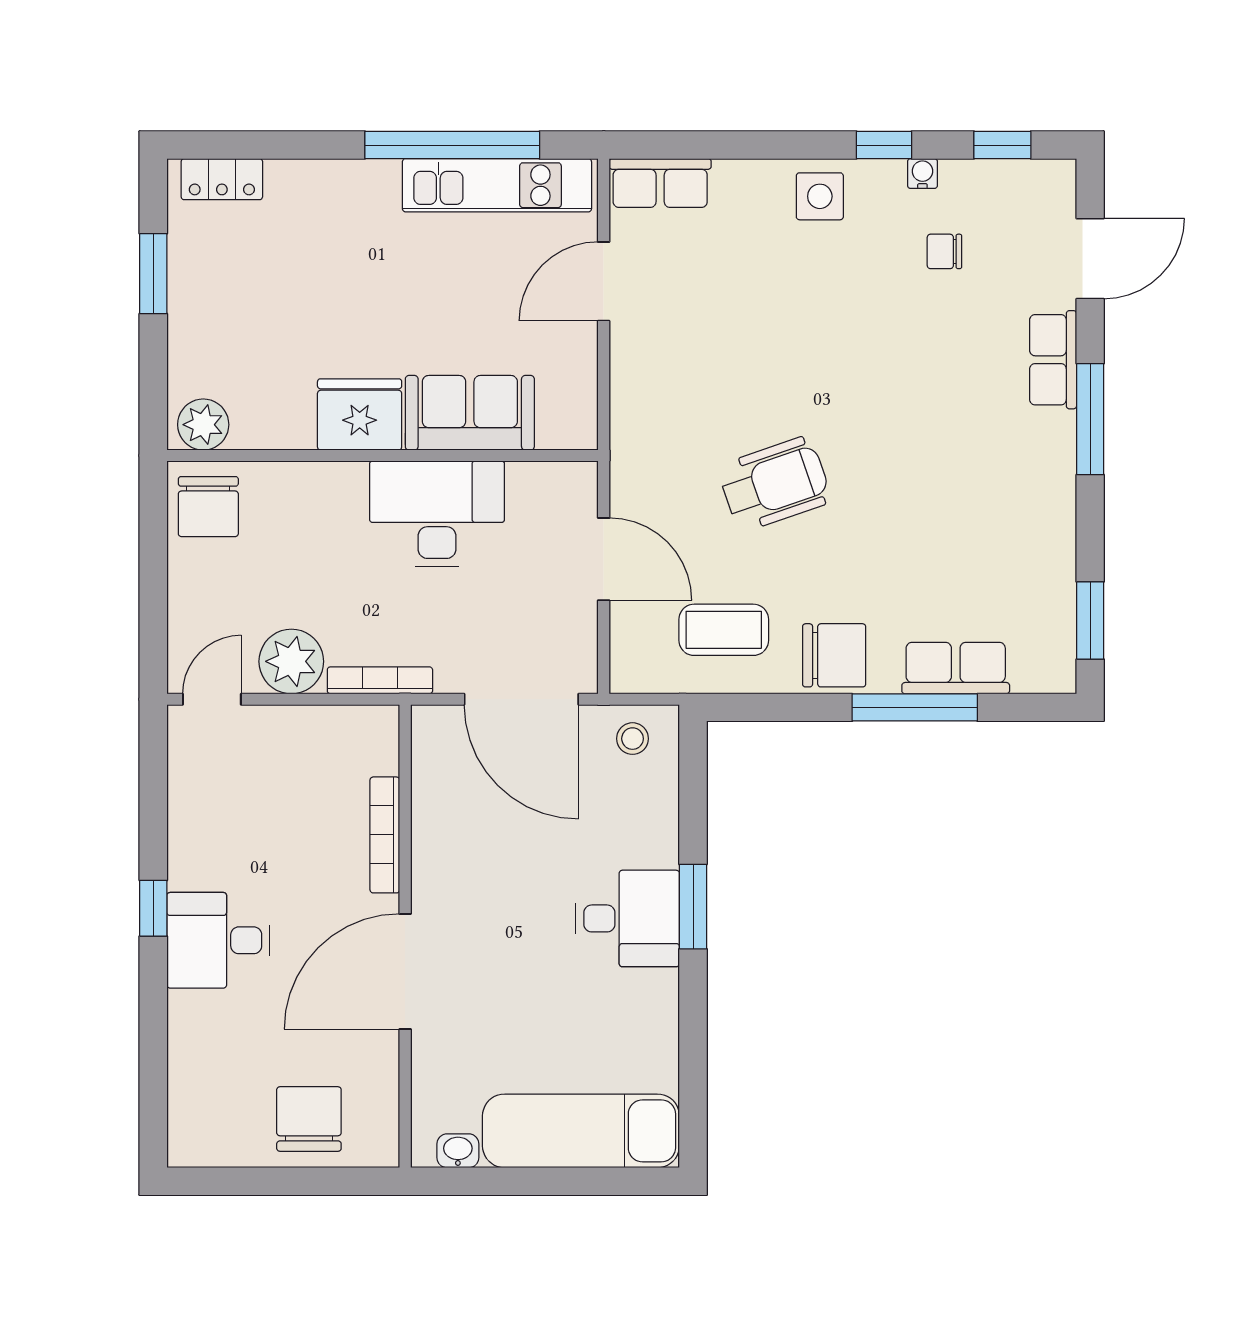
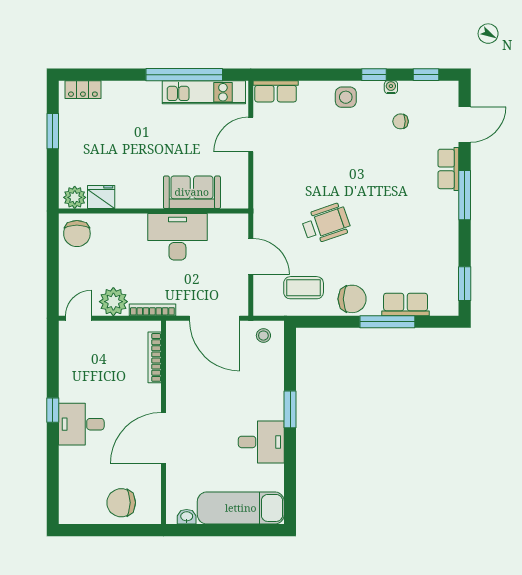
fridge: (360, 414) -> (101, 197), moved, width x0.73, depth x0.75
bookcase: (385, 835) -> (155, 357), moved
desk: (627, 918) -> (261, 442), moved
chair: (309, 1119) -> (121, 503), turned -90

